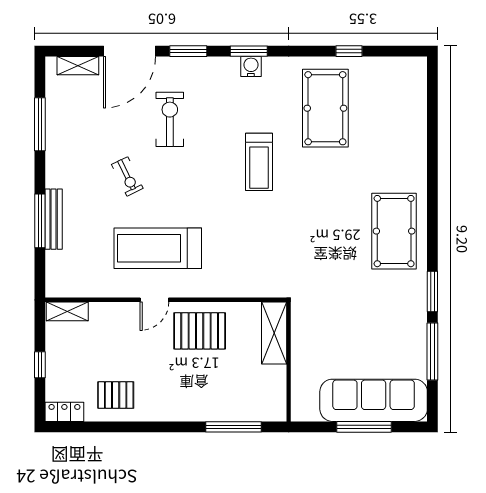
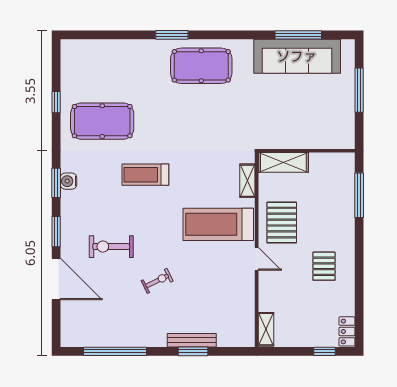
shelving: (78, 66) -> (247, 181), moved
window: (40, 124) -> (115, 351), width x1.46
treadmill: (259, 162) -> (145, 175), turned 180
window: (40, 221) -> (193, 351), width x0.69
treadmill: (158, 248) -> (218, 224), moved, turned 90
window: (432, 291) -> (172, 35), moved
window: (40, 365) -> (325, 351), moved
pallet: (116, 395) -> (324, 266), moved
sofa: (374, 400) -> (297, 56), moved, turned -90

